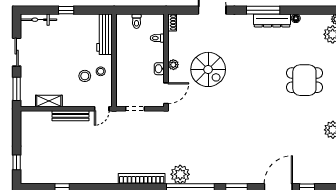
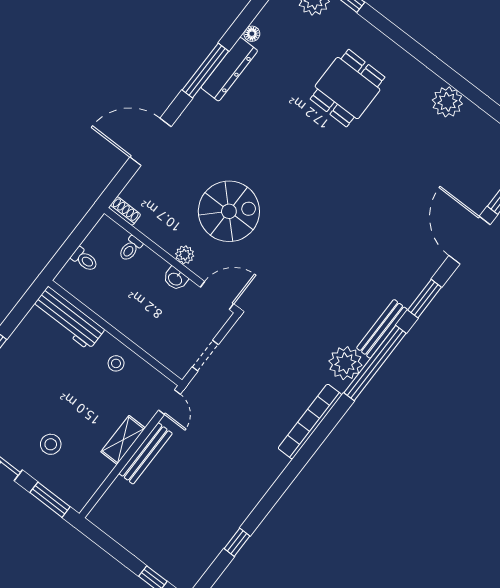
stool: (85, 76) -> (51, 444), moved
door: (166, 93) -> (217, 296), hinge flipped
shelving: (49, 101) -> (123, 440), moved
bench: (208, 179) -> (382, 329), added

